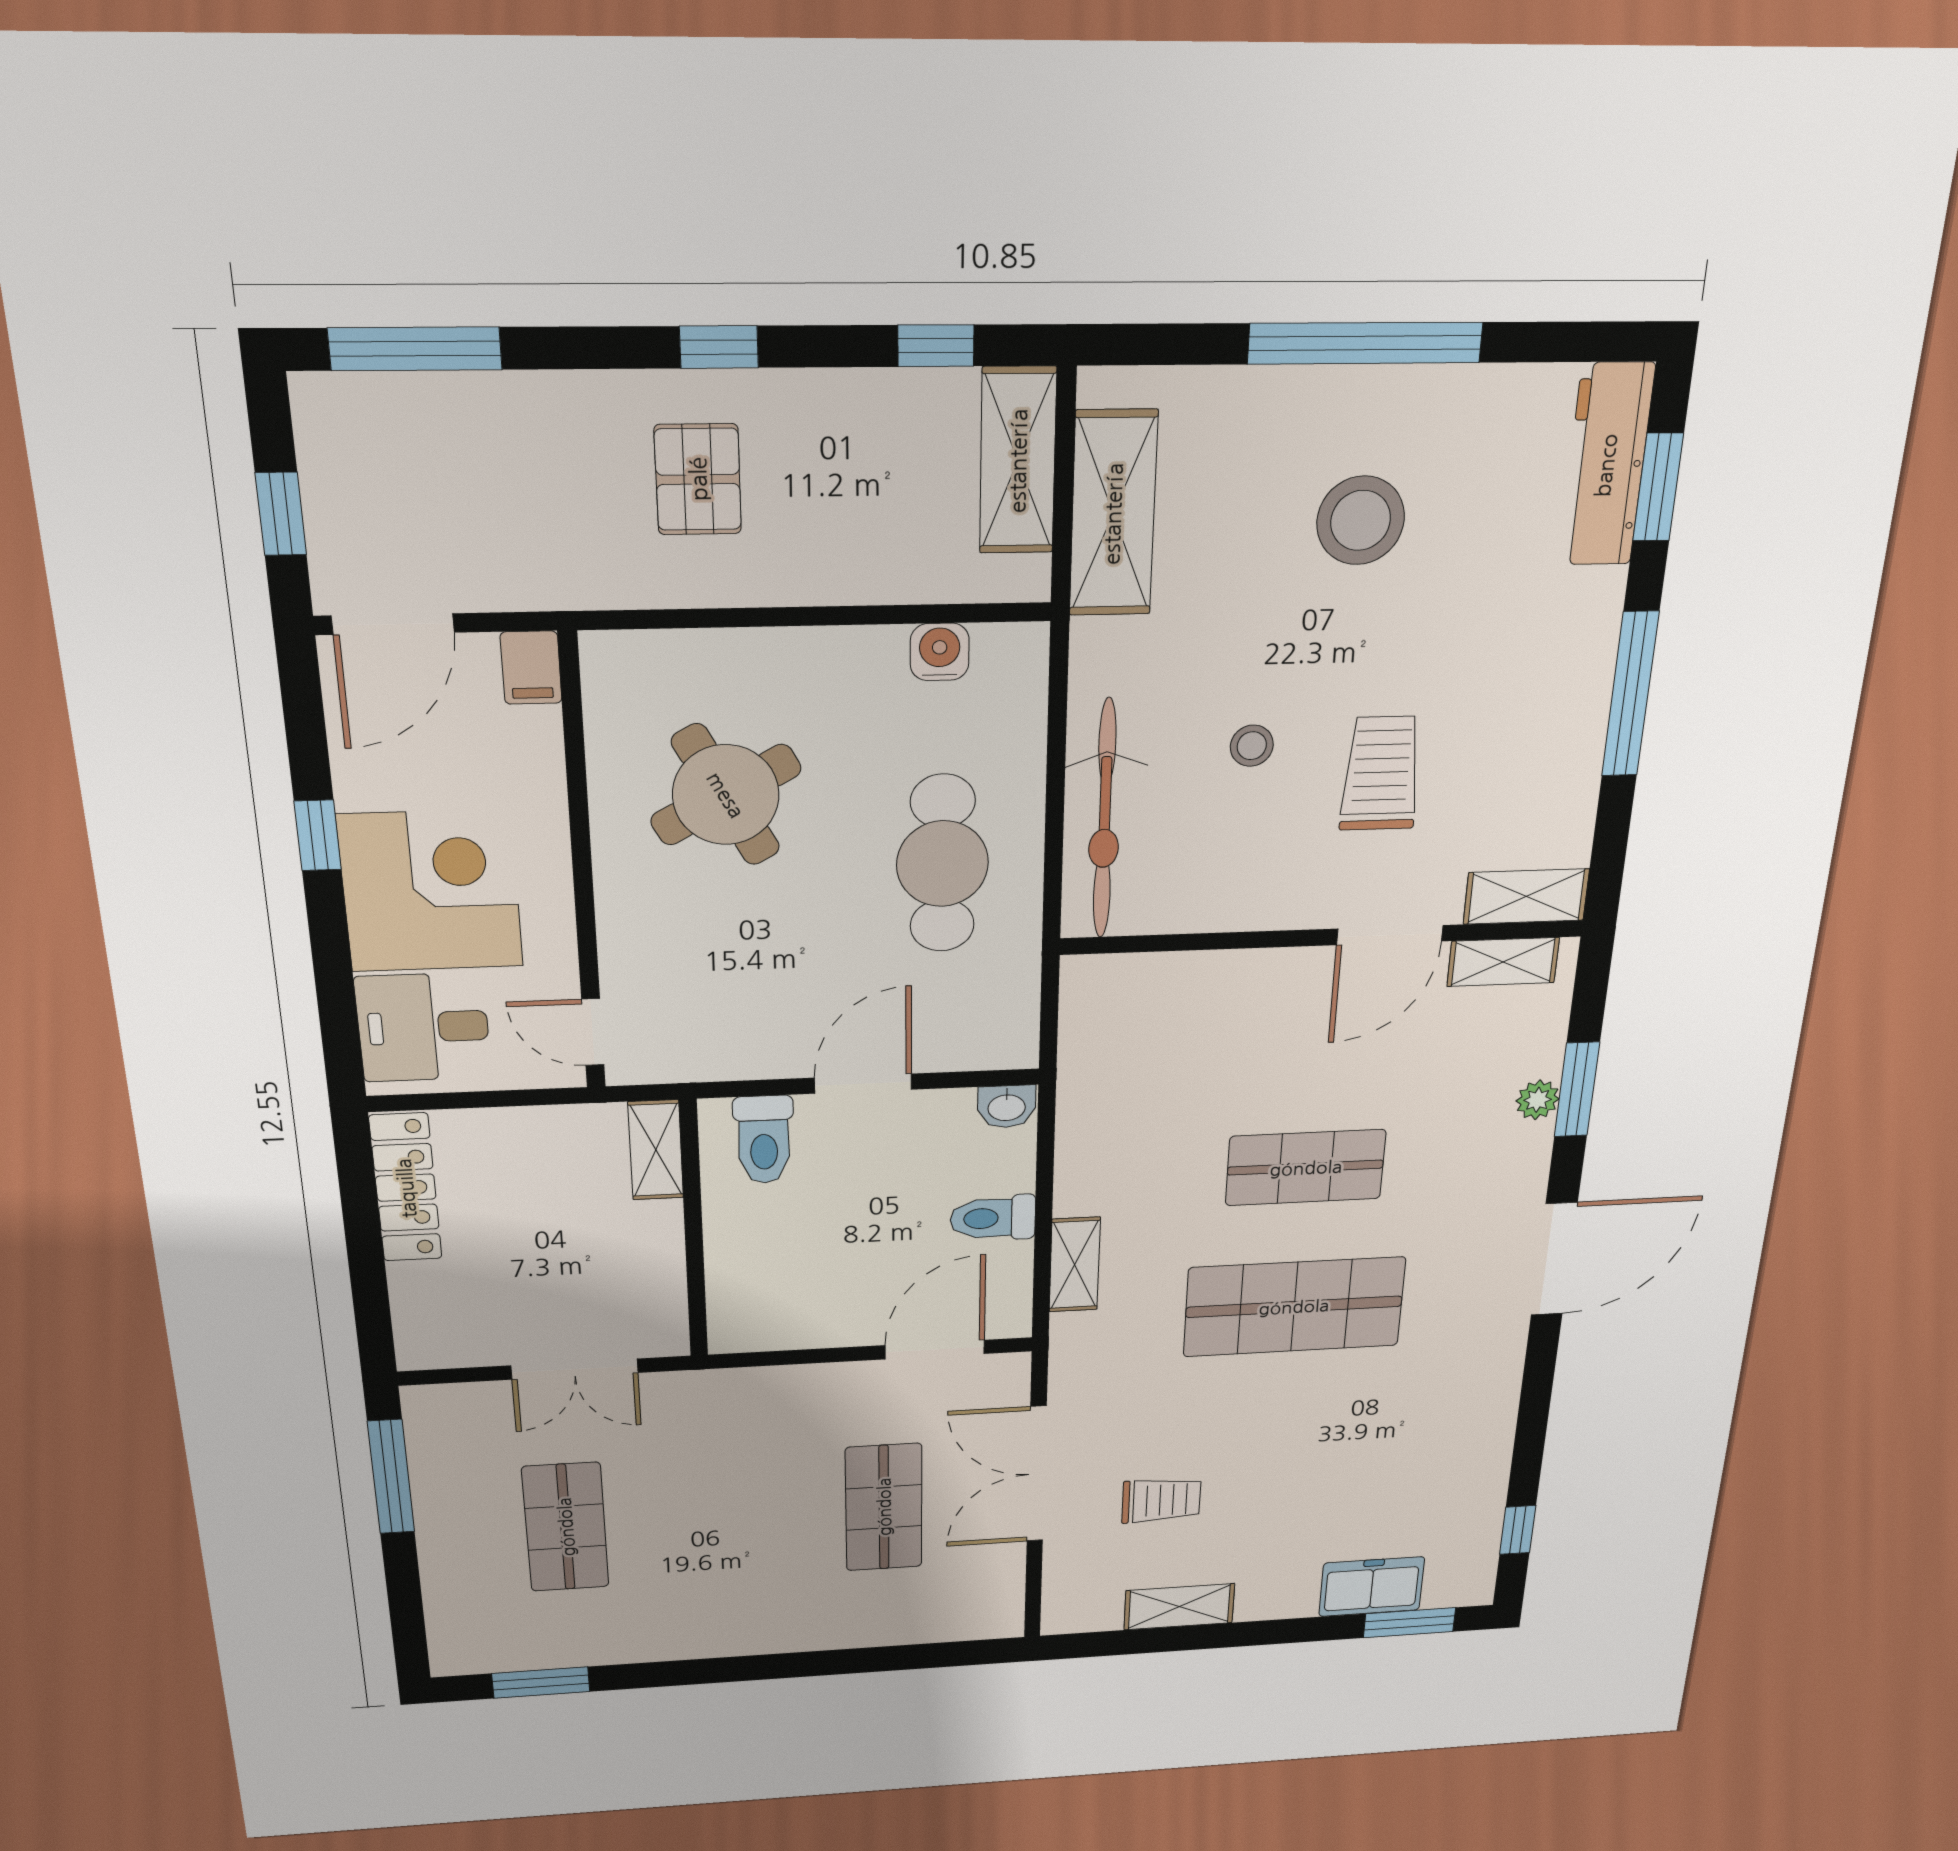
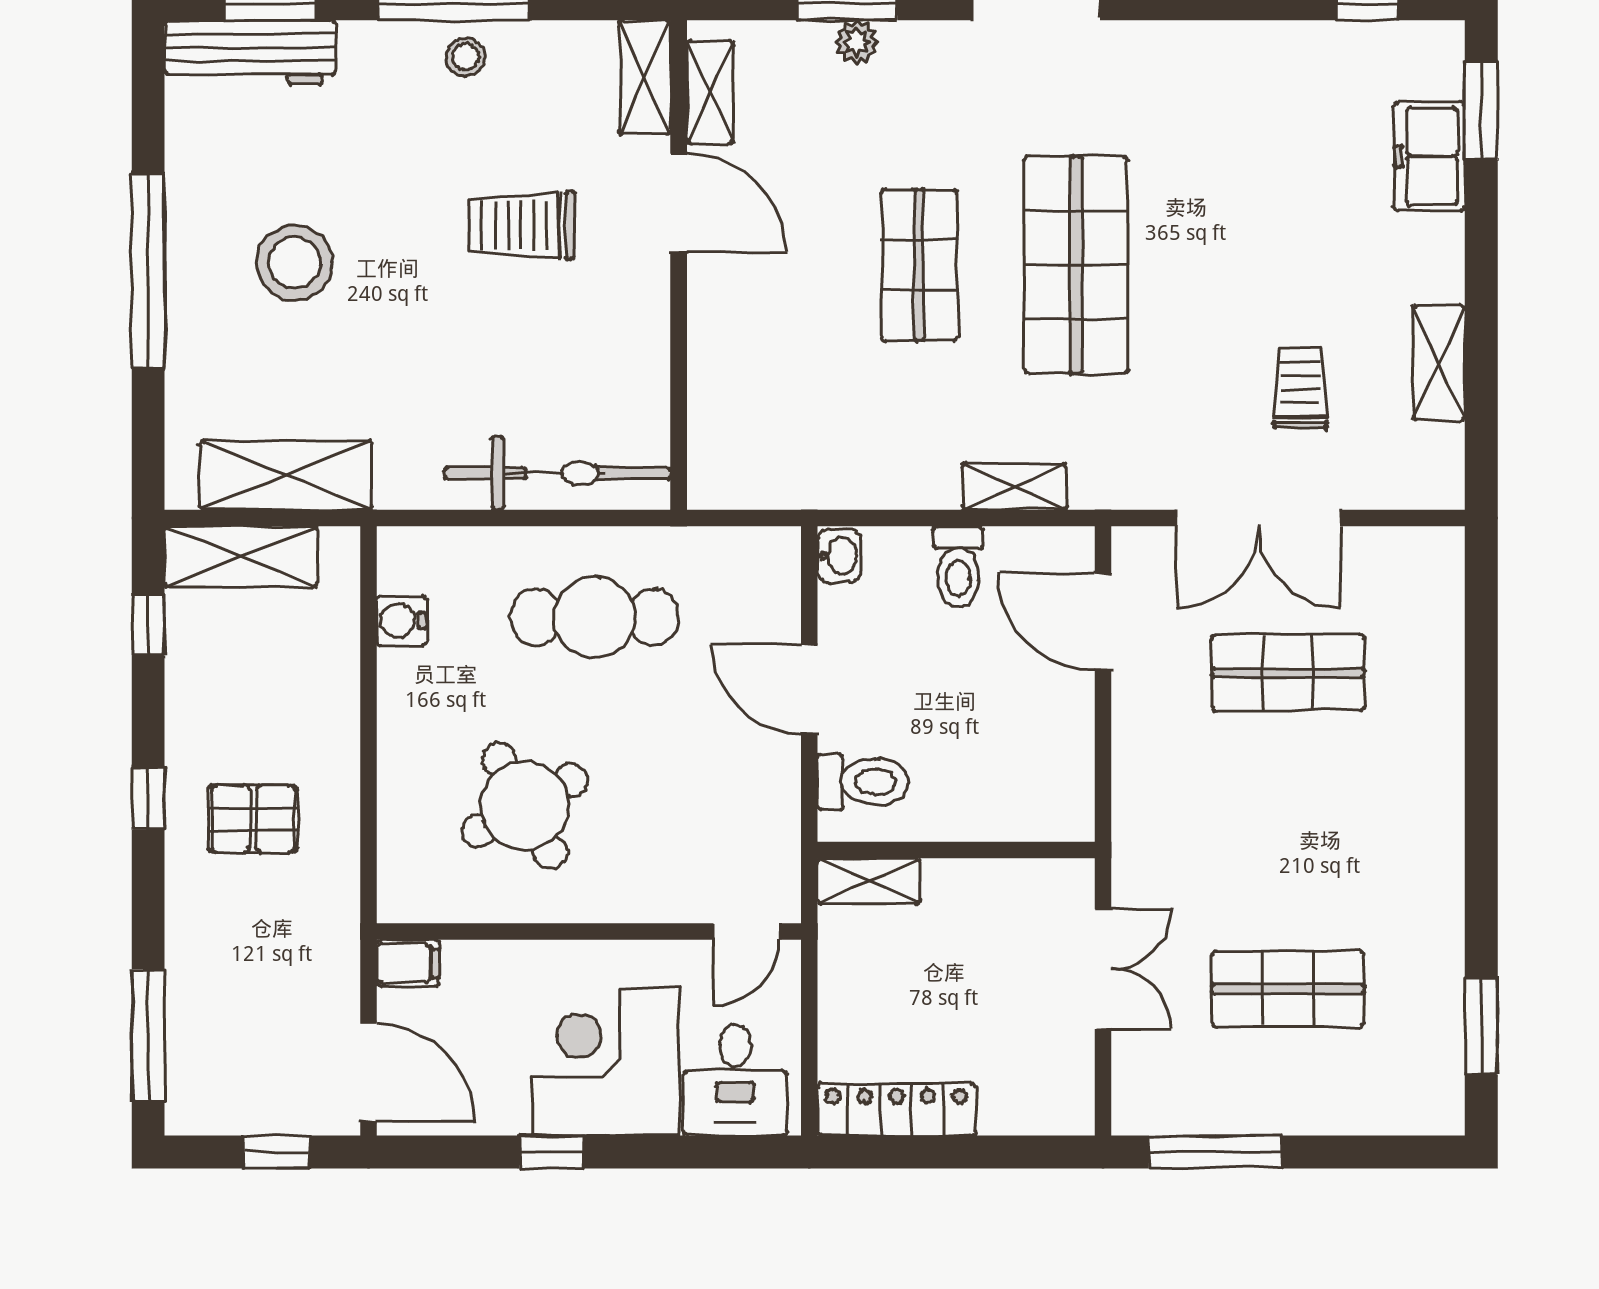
stool: (1252, 746) -> (465, 57), moved

